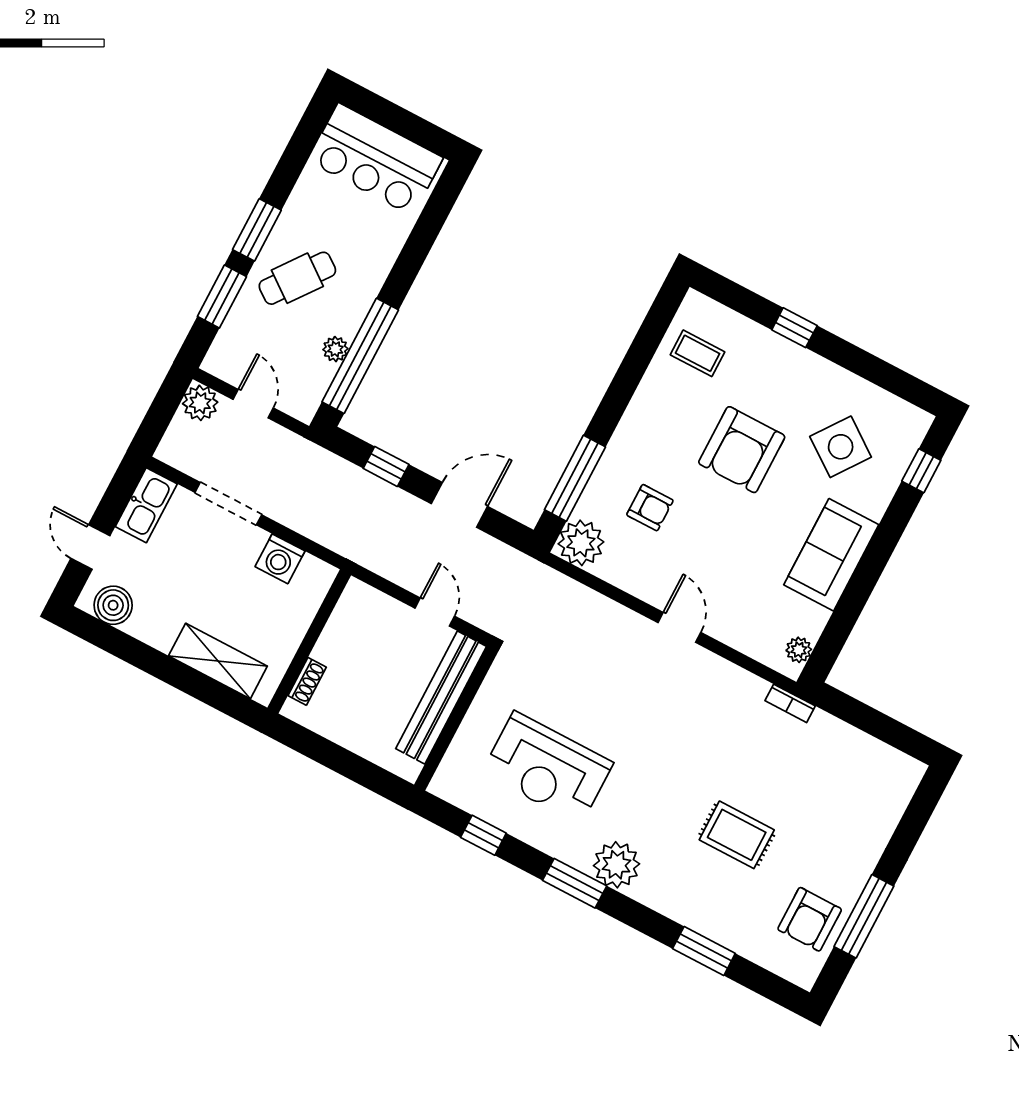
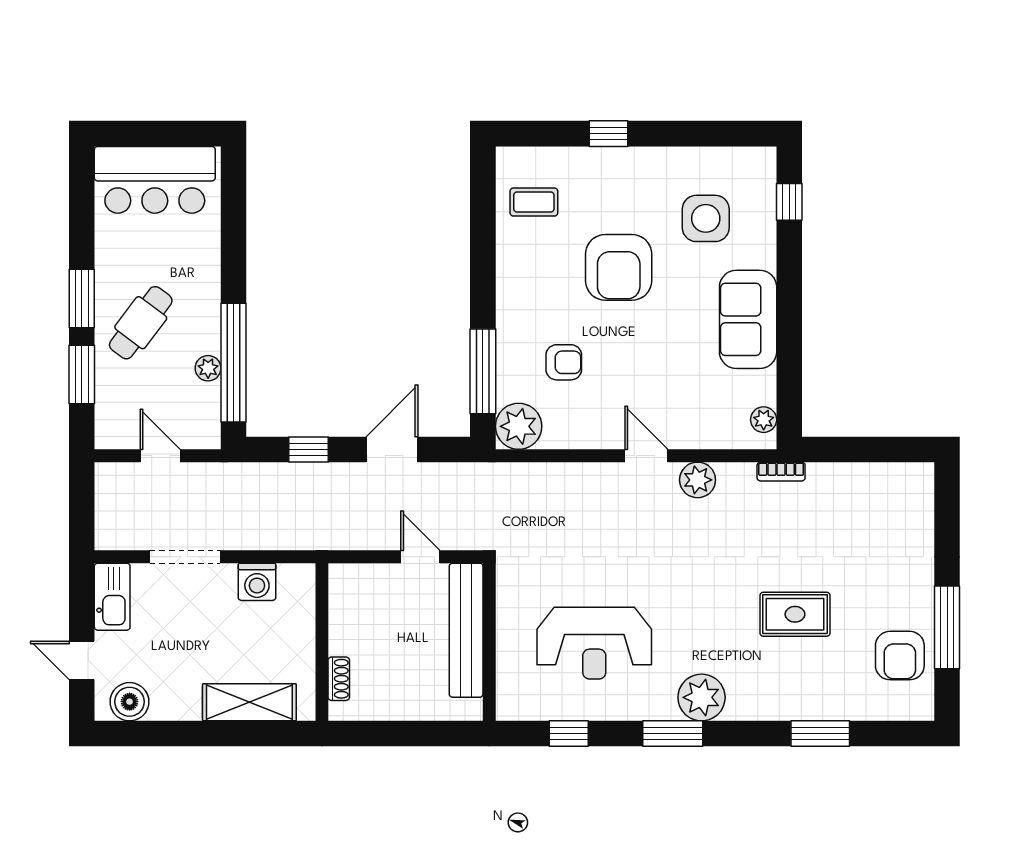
plant: (200, 403) -> (698, 480), moved
side table: (841, 447) -> (706, 218), turned -36

